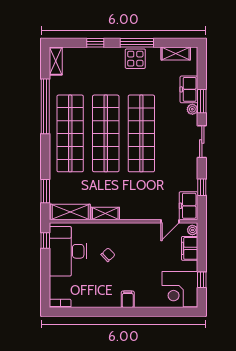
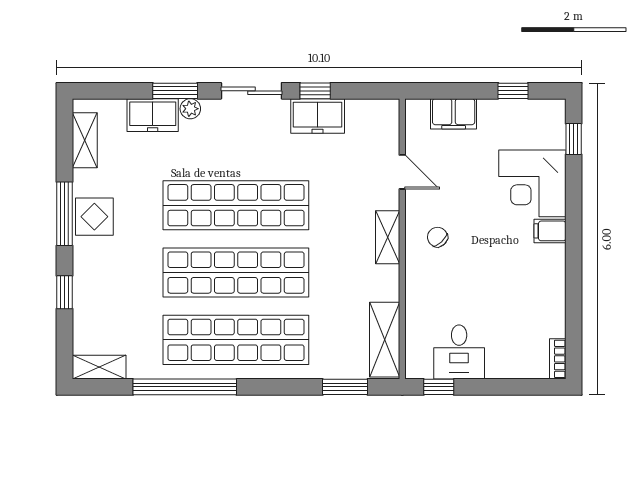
window: (202, 187) -> (315, 91), moved
freezer: (188, 206) -> (318, 116), moved
shelving: (105, 214) -> (388, 237), moved
door: (170, 221) -> (402, 172), moved
plant: (192, 230) -> (419, 108), removed
desk: (68, 251) -> (459, 352), width x0.53, depth x0.77
chair: (108, 255) -> (437, 237), moved
corner desk: (180, 289) -> (532, 183), moved, turned 90
window: (176, 312) -> (574, 139), added

